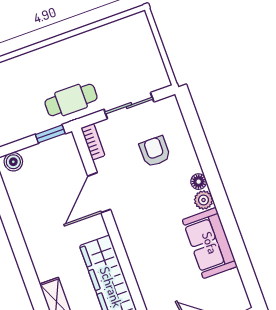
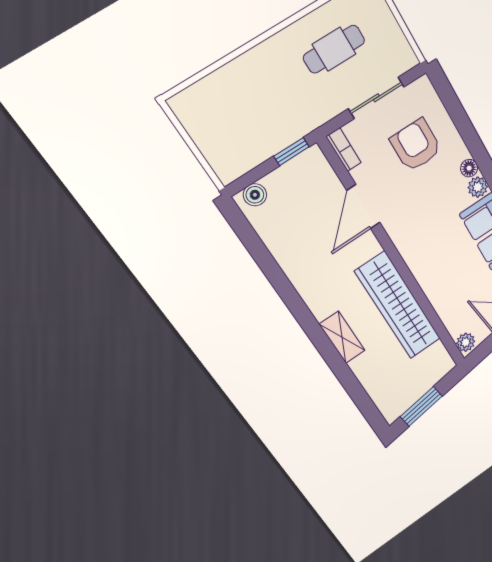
cafe table: (71, 100) -> (334, 49), moved
armchair: (155, 151) -> (416, 145), width x1.38, depth x1.38

